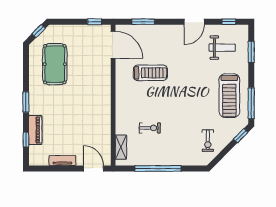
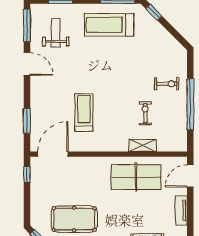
window: (229, 22) -> (27, 25), width x2.17
treadmill: (229, 96) -> (109, 25), turned 180
table tennis table: (92, 120) -> (136, 177), added
exercise bike: (208, 141) -> (167, 84), moved
shelving: (121, 147) -> (143, 145), moved

